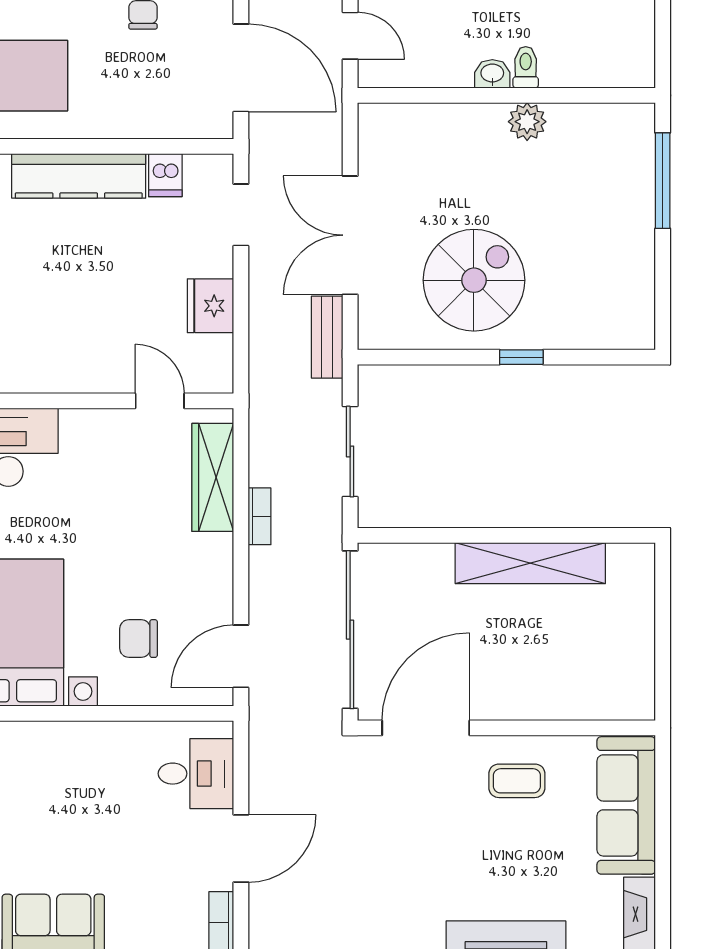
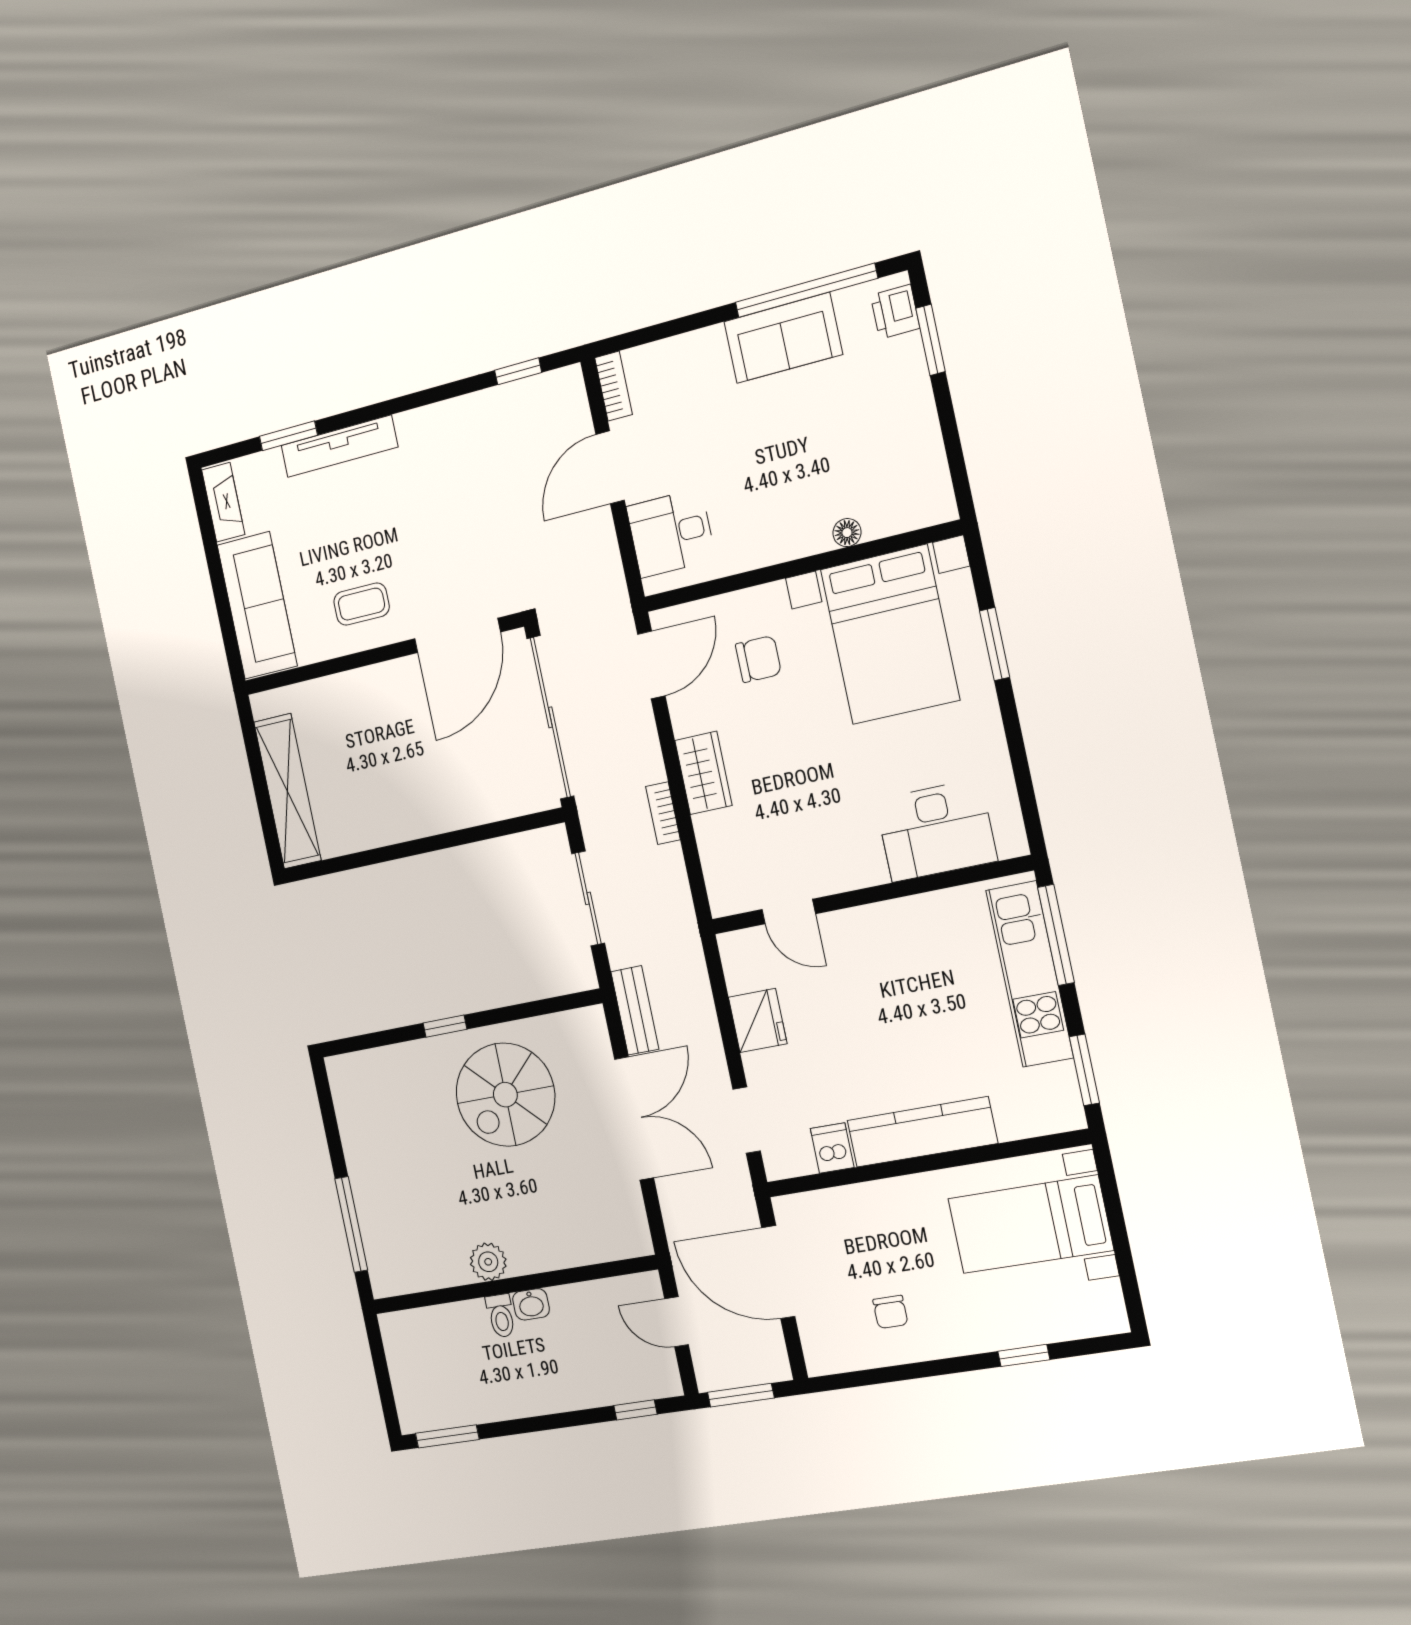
wardrobe: (213, 477) -> (703, 773), moved, width x0.67
shelving: (530, 563) -> (287, 791), moved, turned 90
floor lamp: (32, 734) -> (847, 533), added

